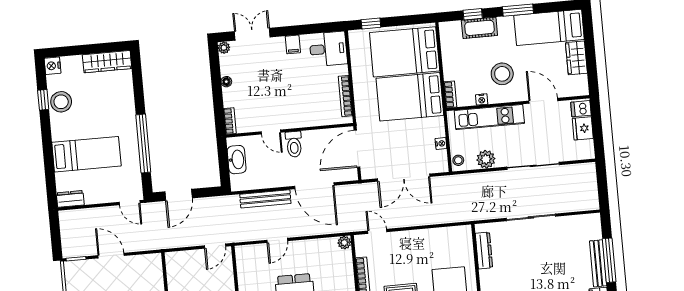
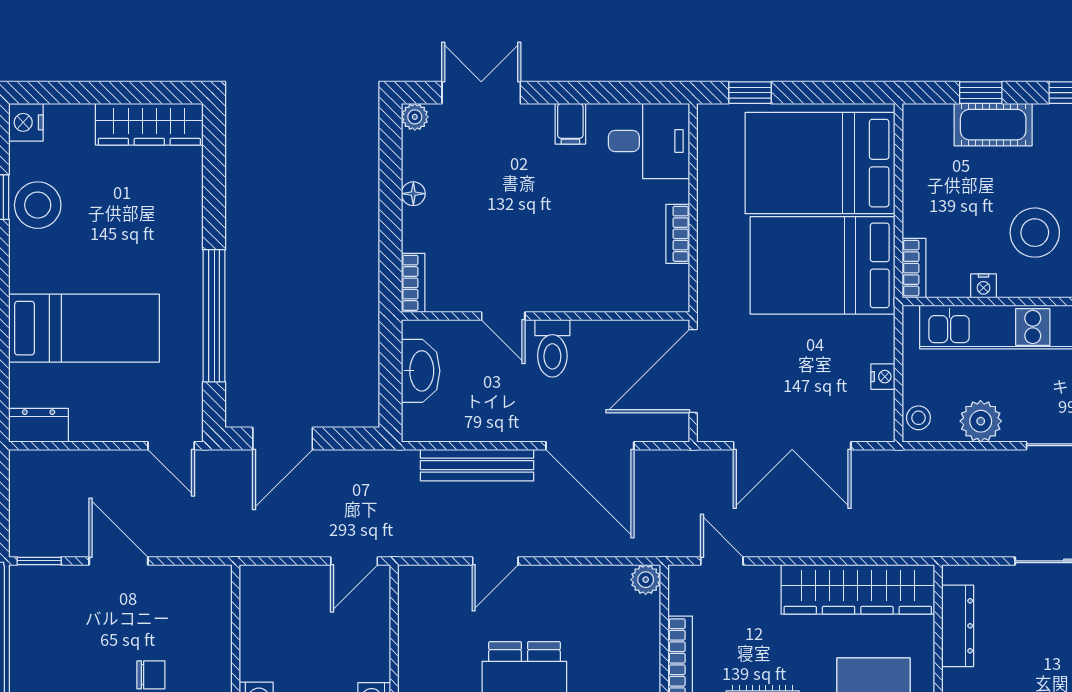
bookcase: (345, 96) -> (678, 234), width x0.64
wardrobe: (438, 238) -> (858, 589), added

